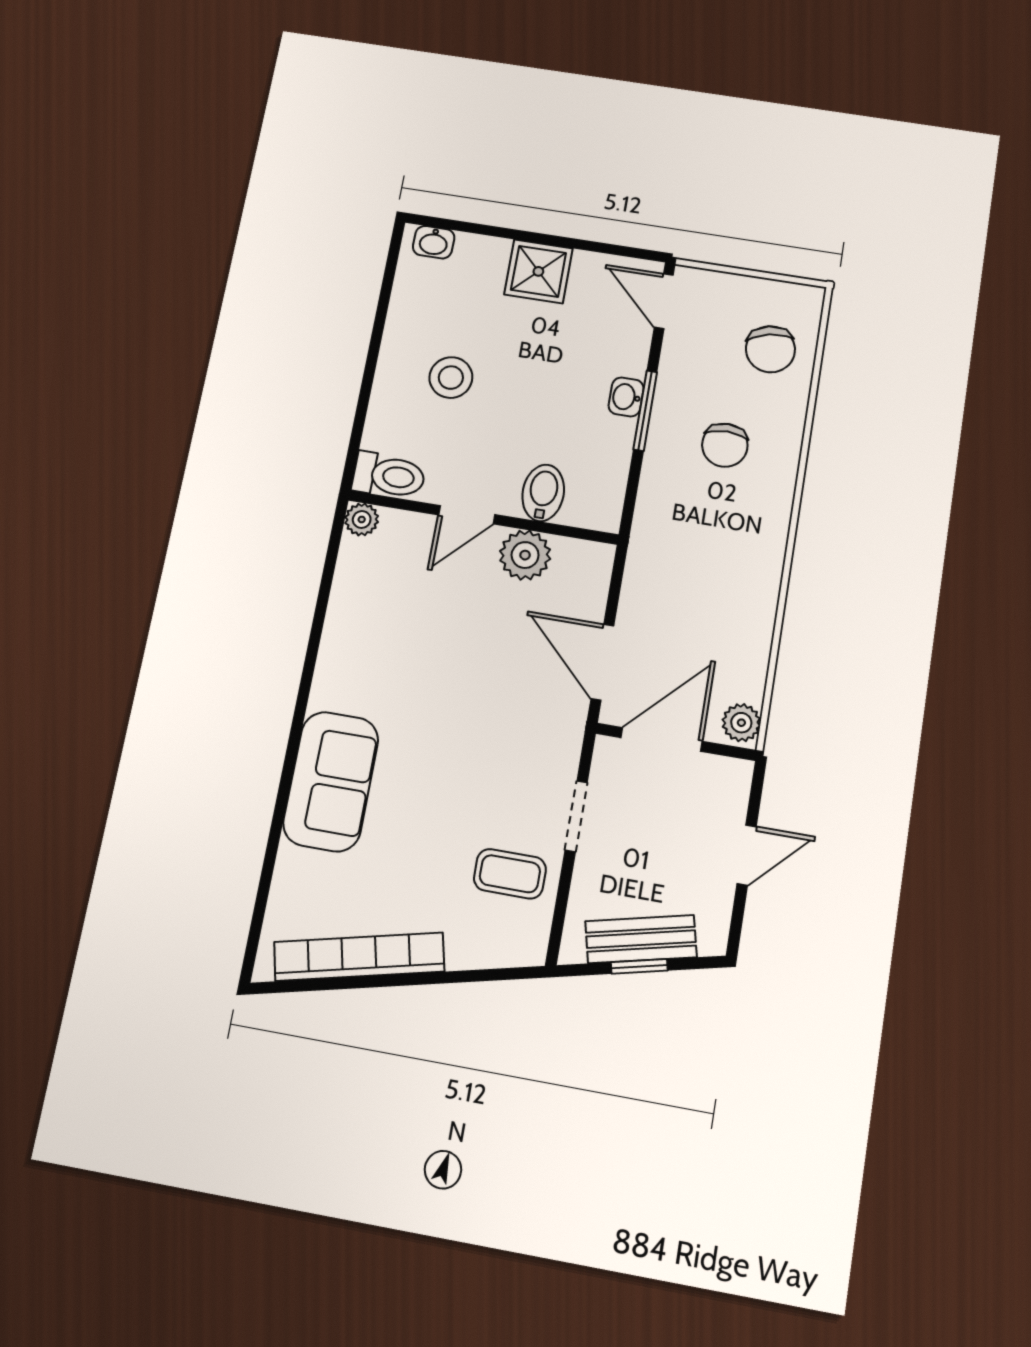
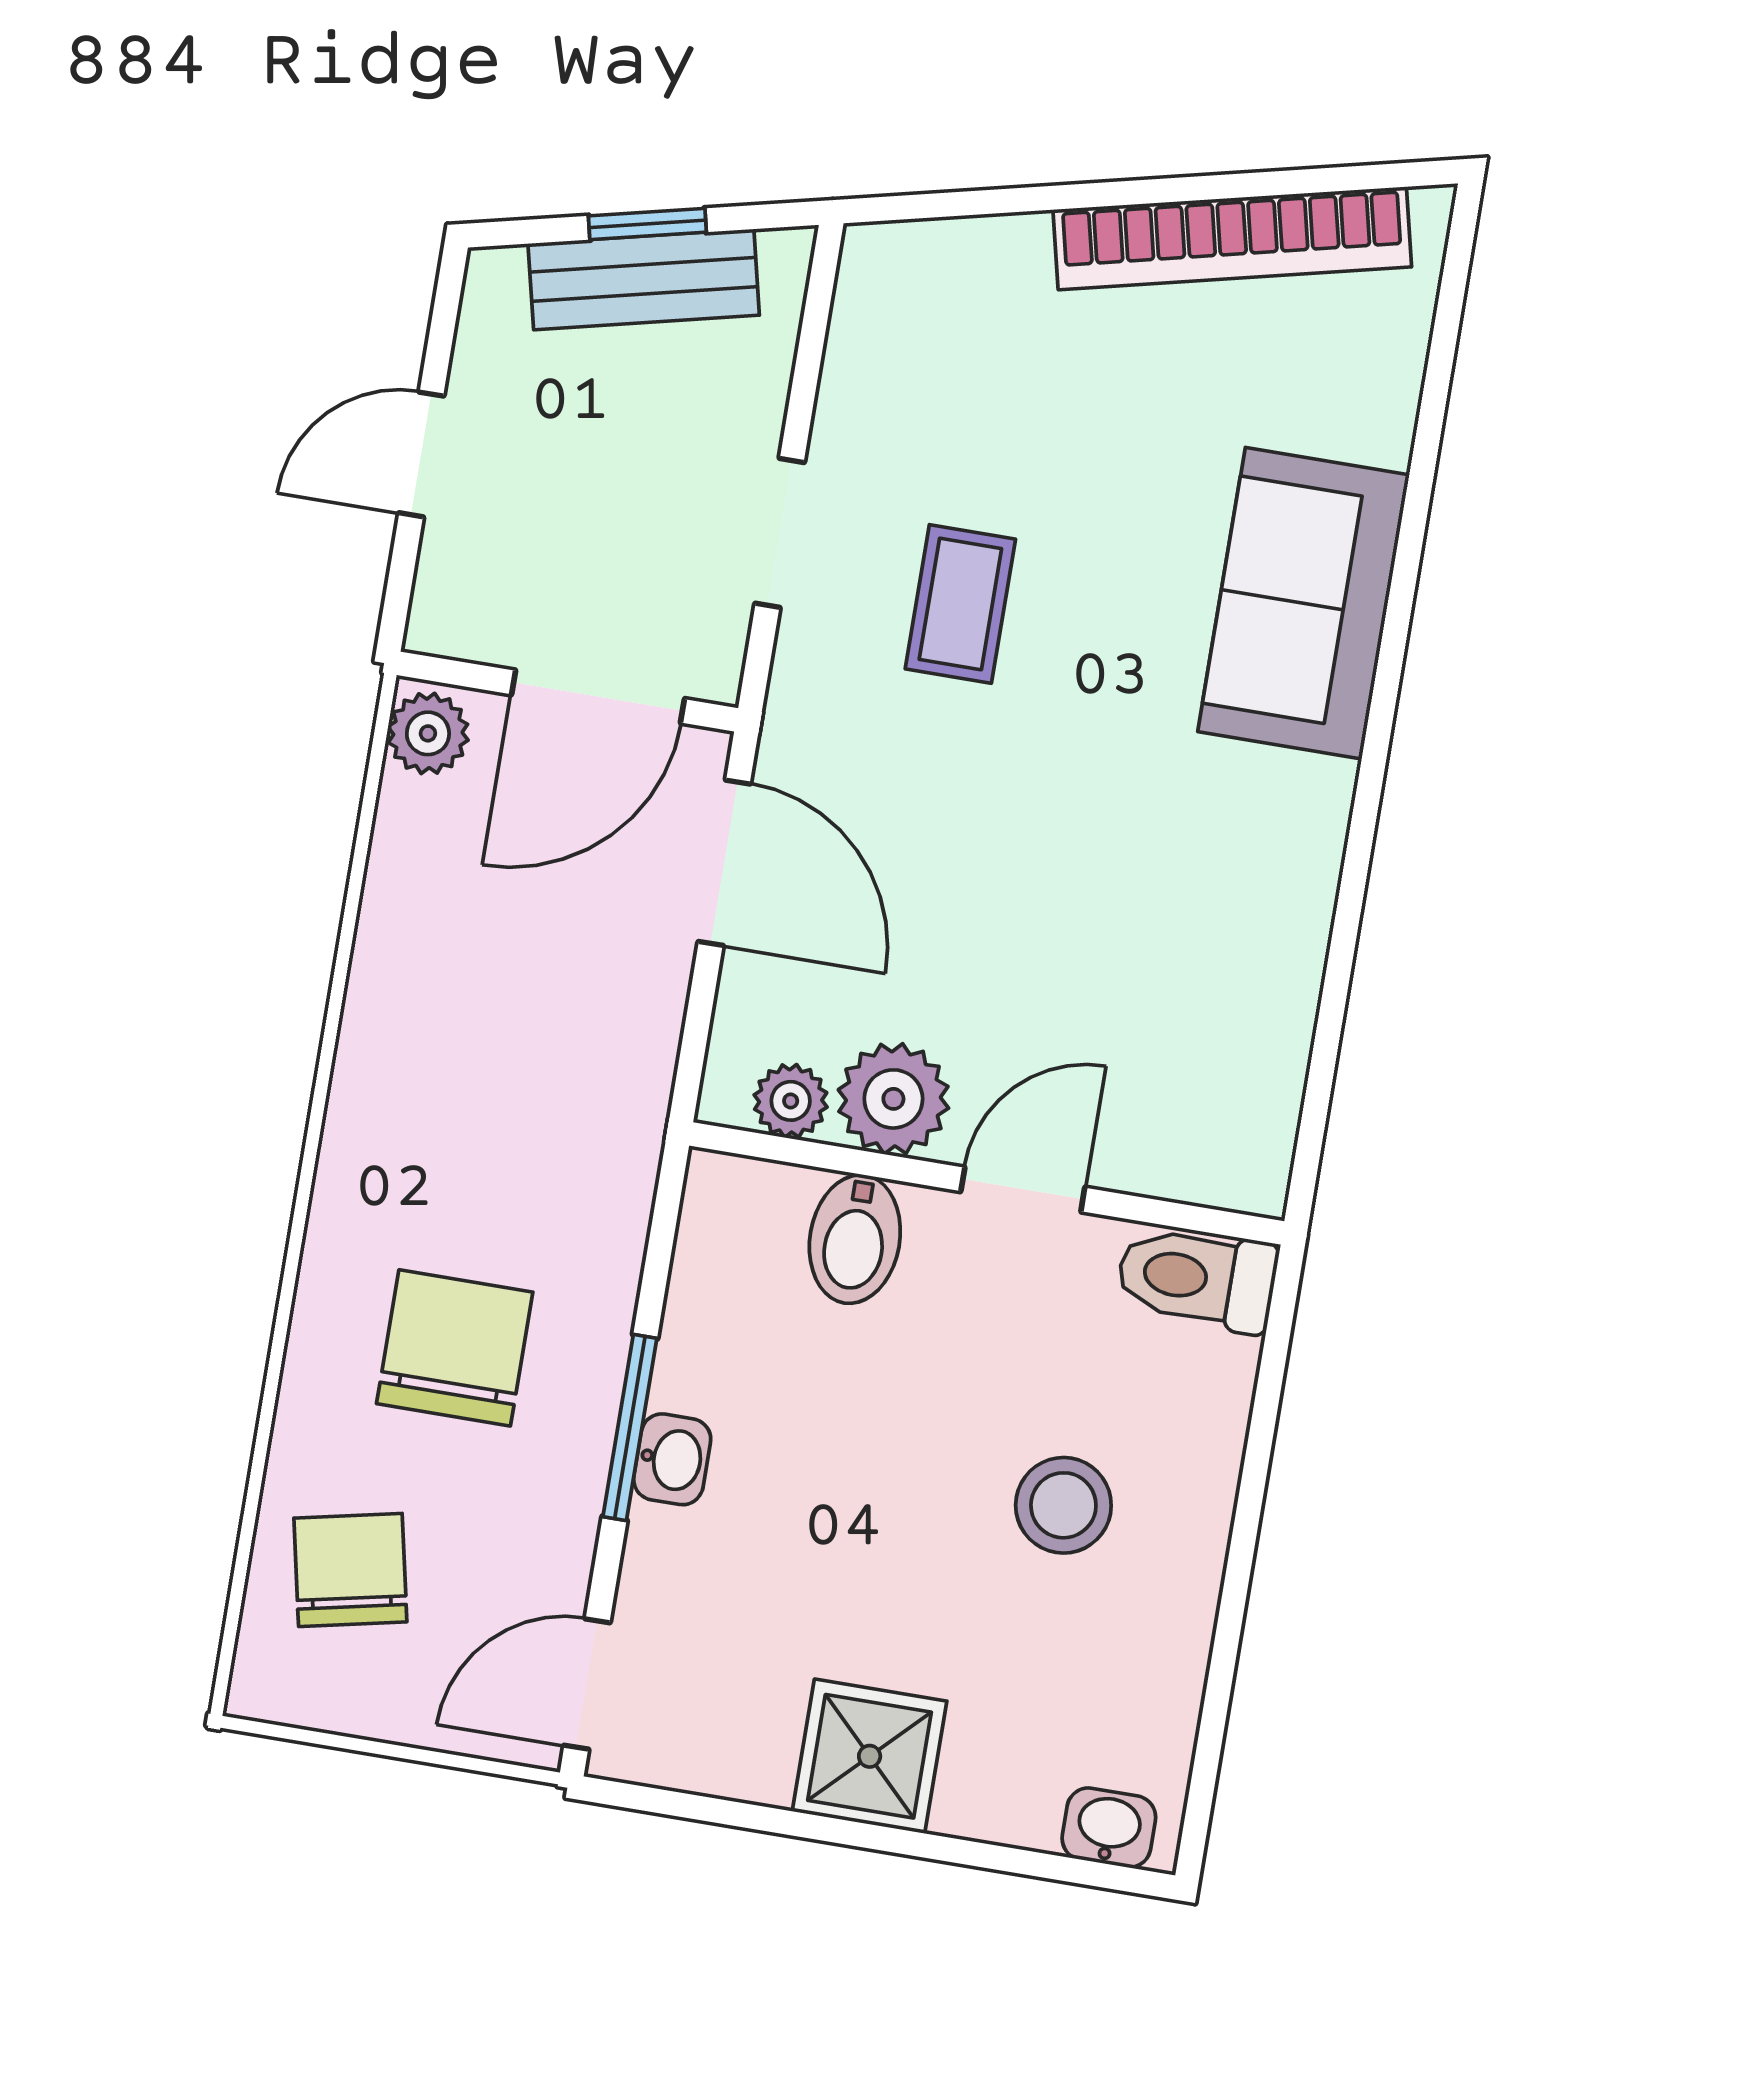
door: (664, 301) -> (587, 1684), swing flipped
chair: (725, 445) -> (455, 1348), width x1.37, depth x1.37
plant: (362, 519) -> (791, 1101), moved
coffee table: (510, 874) -> (960, 604), moved, turned 90

